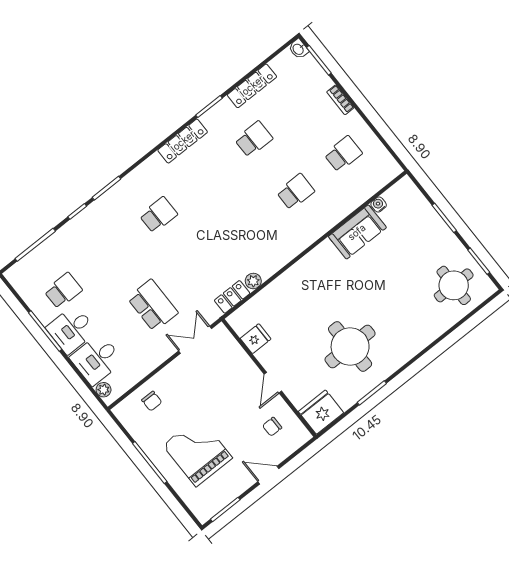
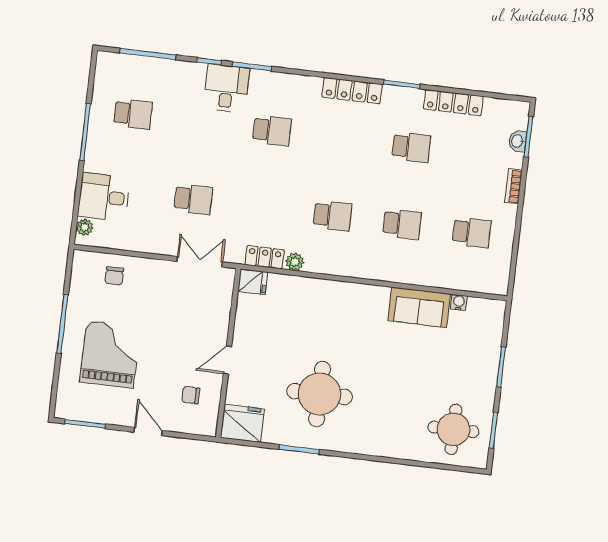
washbasin: (298, 49) -> (518, 141), moved
school desk: (248, 230) -> (332, 216), added
school desk: (153, 305) -> (193, 199), width x0.54
desk: (71, 330) -> (226, 88), moved, turned 90
fridge: (256, 339) -> (253, 282), moved

